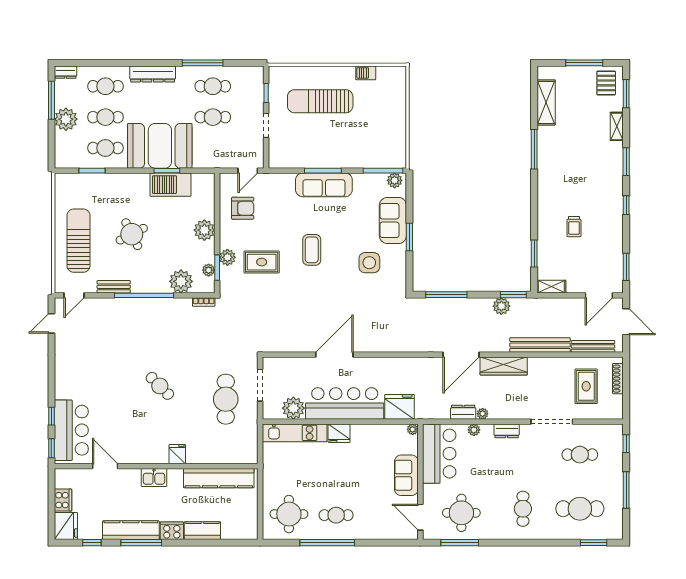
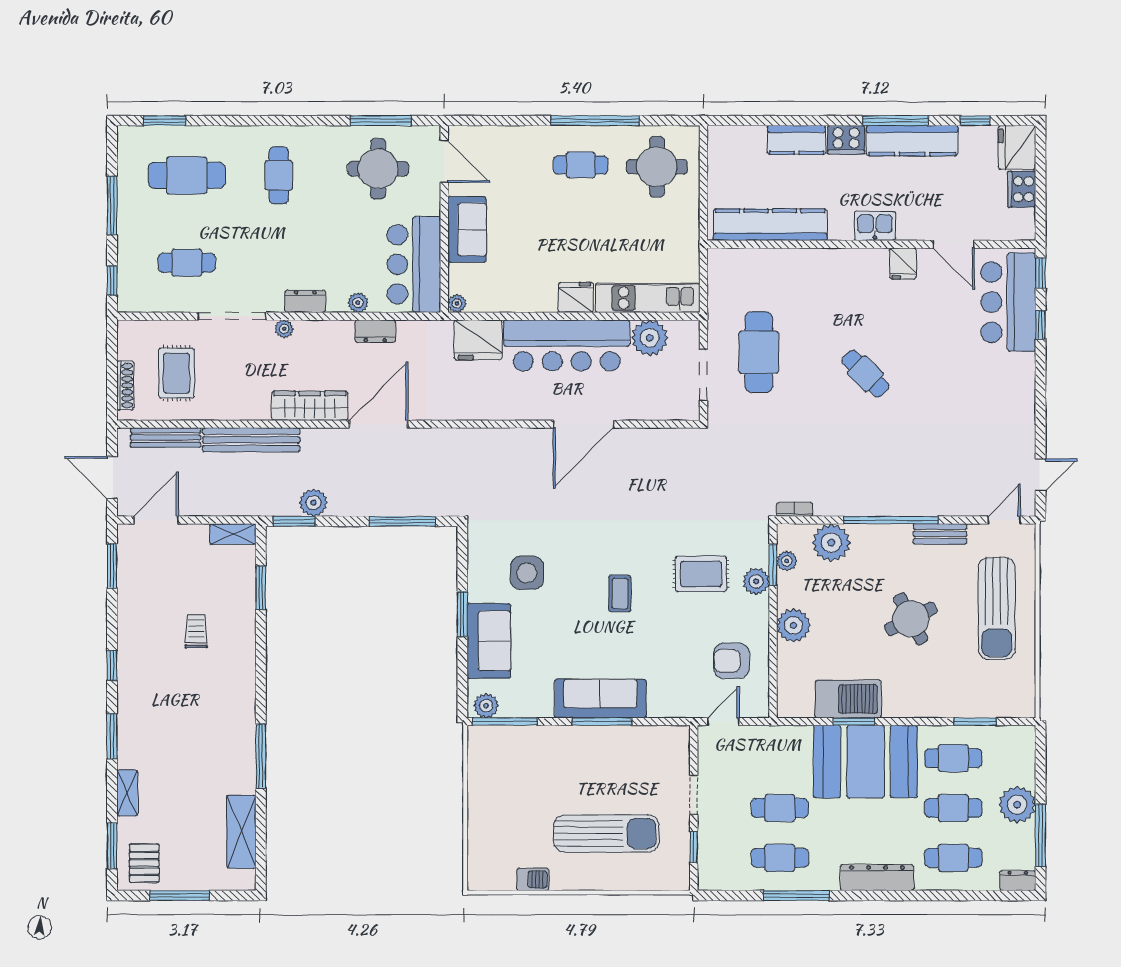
coffee table: (312, 250) -> (620, 594), width x0.73, depth x0.77
plant: (483, 414) -> (284, 329), moved
fridge: (177, 454) -> (903, 263), moved

